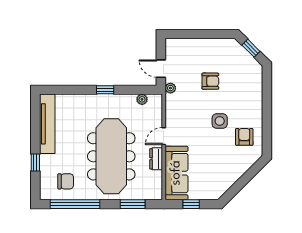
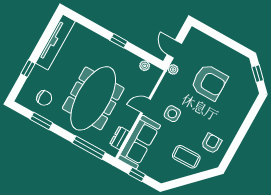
armchair: (210, 81) -> (209, 82), width x1.88, depth x1.88
side table: (220, 121) -> (172, 114), moved
dresser: (156, 159) -> (119, 138), moved
coffee table: (228, 162) -> (186, 157), added
window: (75, 204) -> (41, 121), width x0.47
window: (133, 204) -> (89, 148), width x1.44

